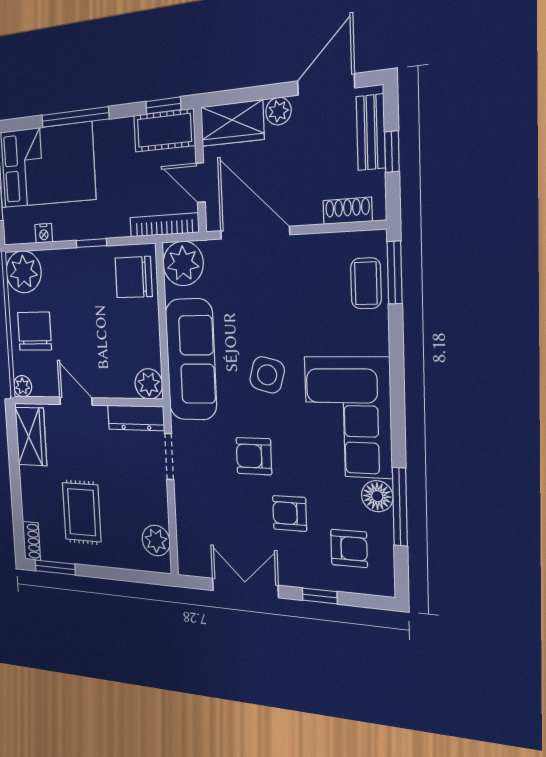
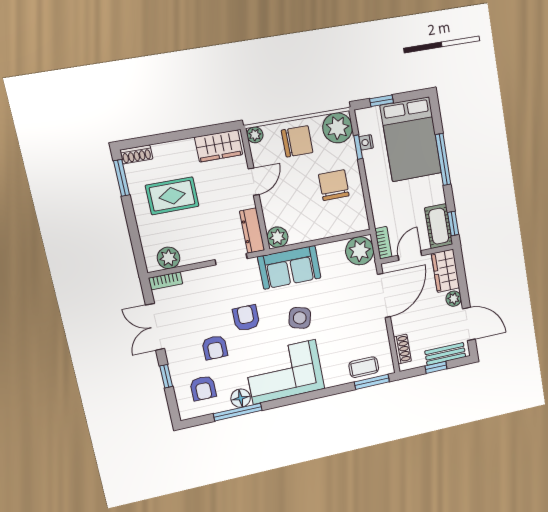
bookcase: (164, 225) -> (383, 243), width x0.64
window: (91, 243) -> (358, 147), moved
chair: (134, 277) -> (334, 185), moved
sofa: (191, 359) -> (289, 267), width x0.73
armchair: (290, 513) -> (215, 348), turned 180
bookcase: (185, 554) -> (166, 281), added
double door: (245, 588) -> (155, 327), swing flipped

